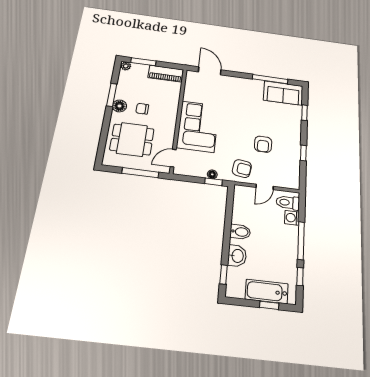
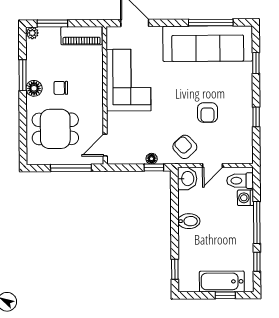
sofa: (283, 93) -> (208, 44), width x1.85, depth x1.27
corner sofa: (198, 126) -> (129, 80), moved
armchair: (242, 169) -> (185, 147), turned -141
washbasin: (237, 256) -> (187, 179), moved

